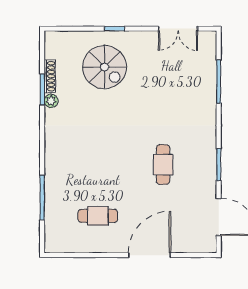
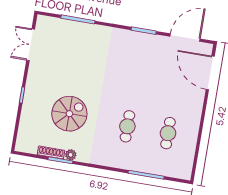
double door: (178, 29) -> (31, 45), swing flipped
spiral stairs: (105, 67) -> (69, 114), moved
cafe table: (163, 165) -> (127, 126), moved, turned 90
door: (150, 255) -> (210, 73), moved

